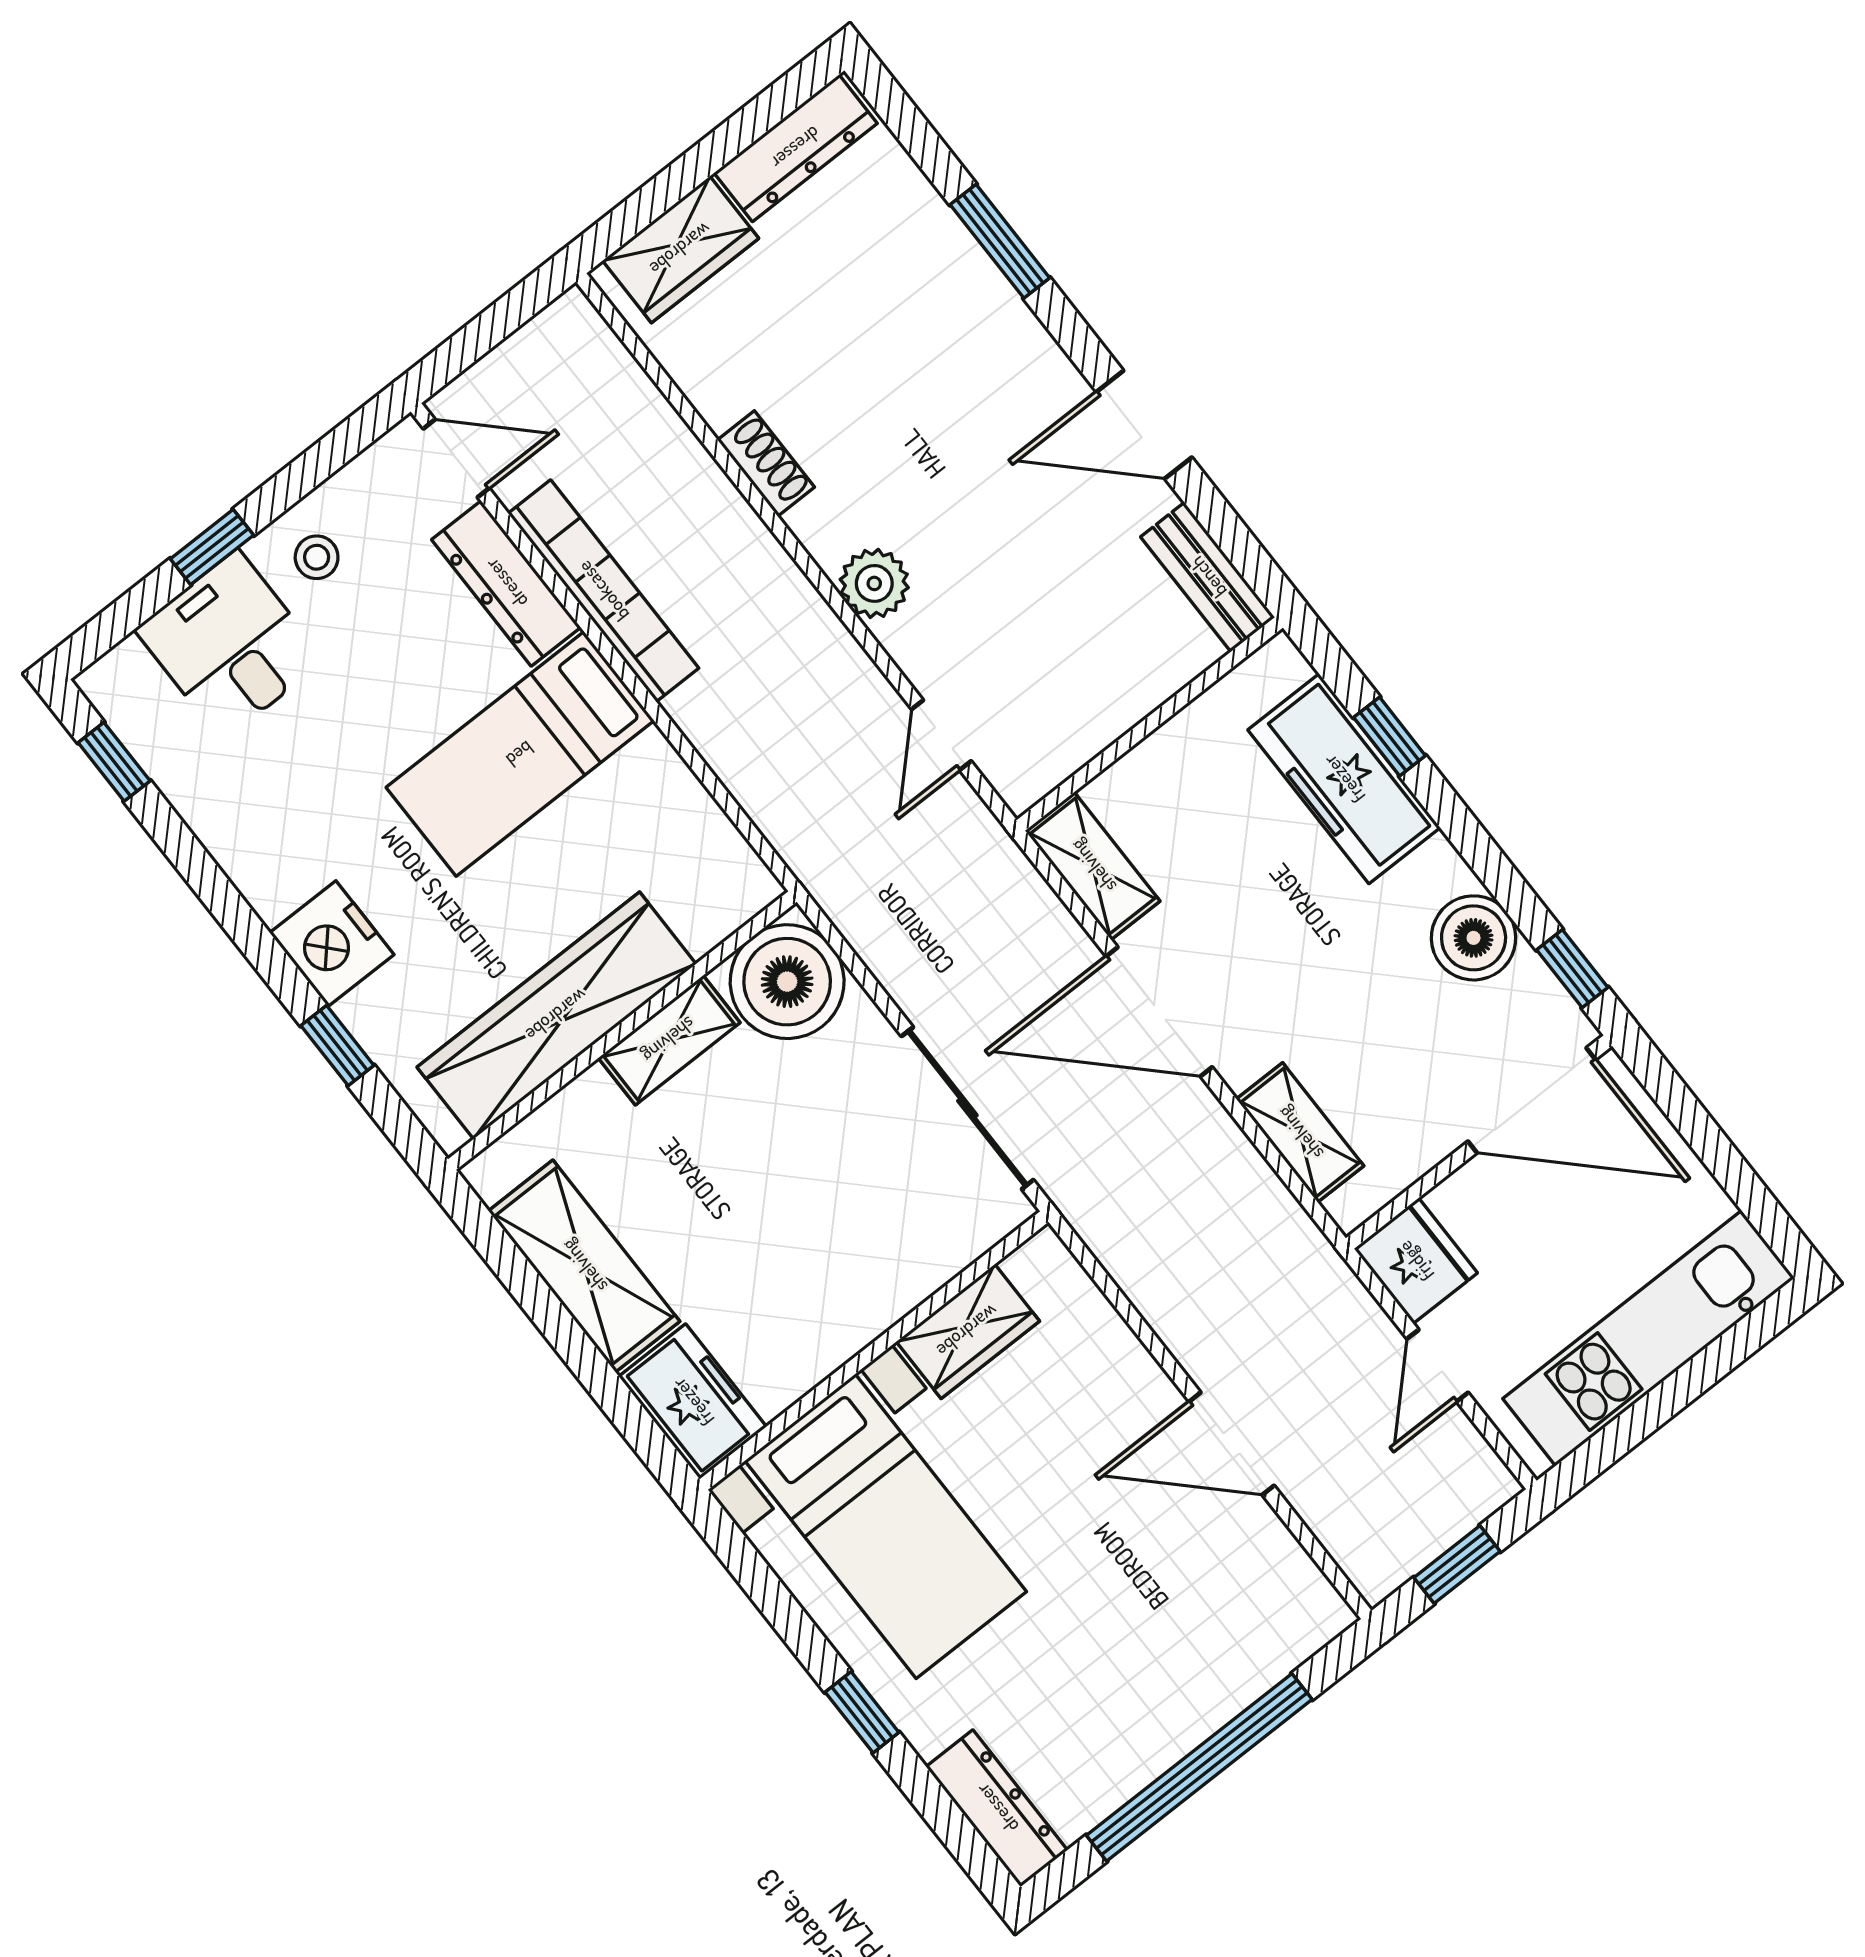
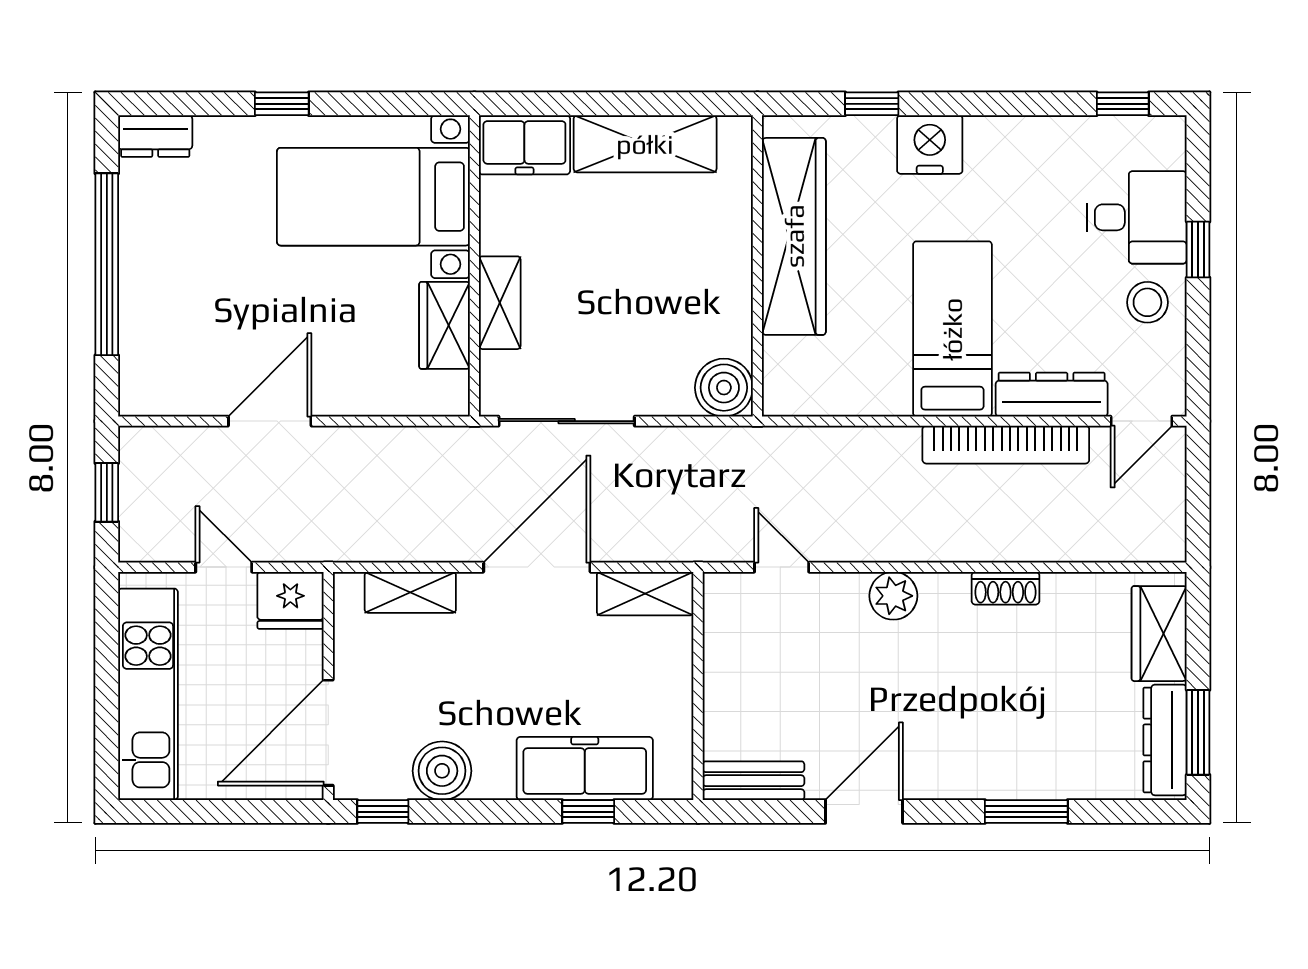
window: (758, 117) -> (1198, 732), added
stool: (317, 557) -> (1147, 302), width x1.37, depth x1.37
boiler: (787, 982) -> (724, 388), width x0.73, depth x0.73
shelving: (669, 1040) -> (500, 303), moved
dresser: (997, 1808) -> (155, 136), width x0.70

